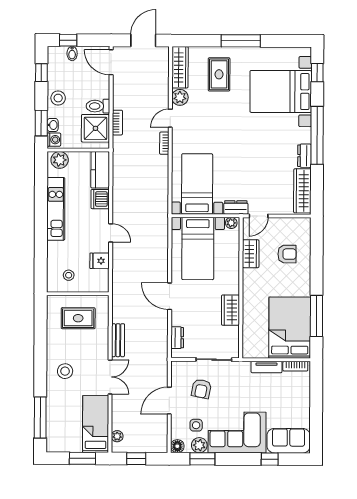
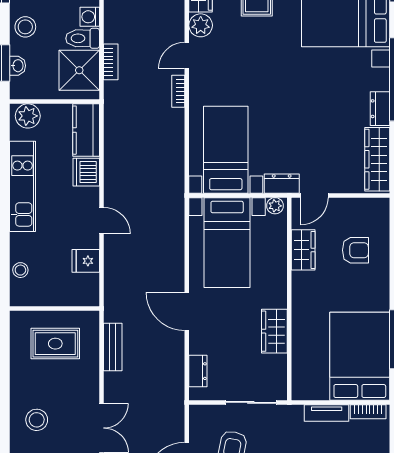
washing machine: (54, 140) -> (90, 17), moved, turned 180
stool: (69, 275) -> (20, 270), moved
bench: (118, 340) -> (113, 347), moved

